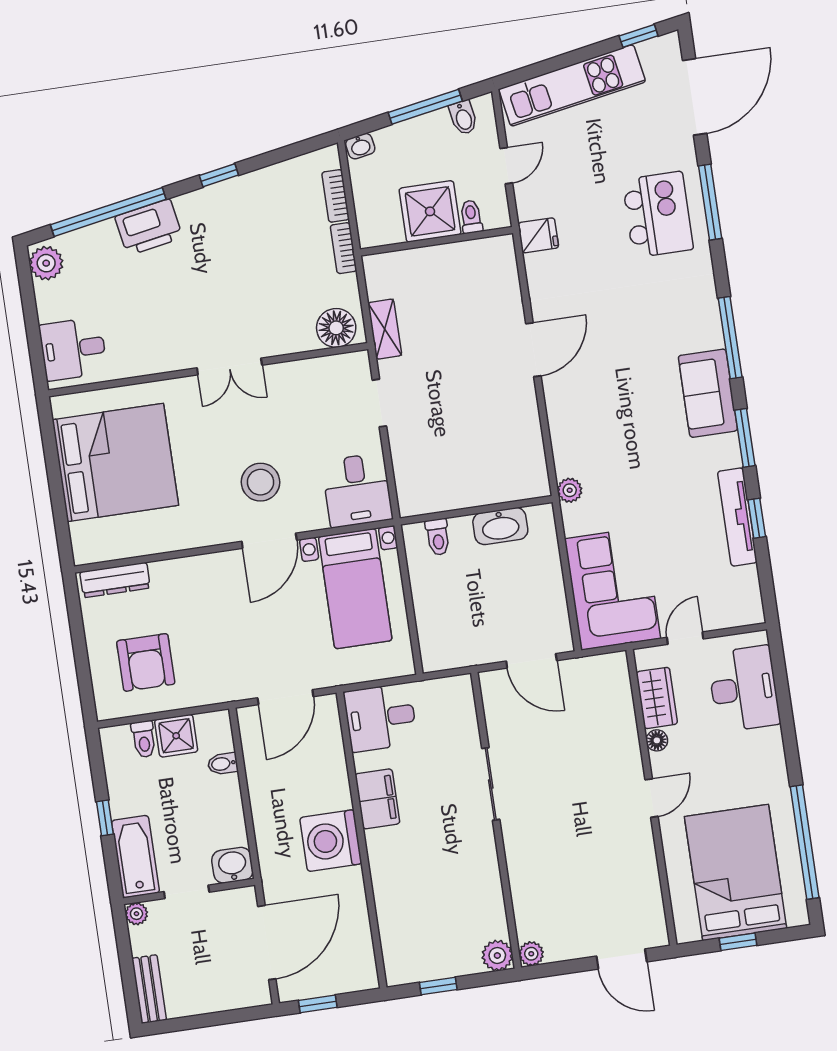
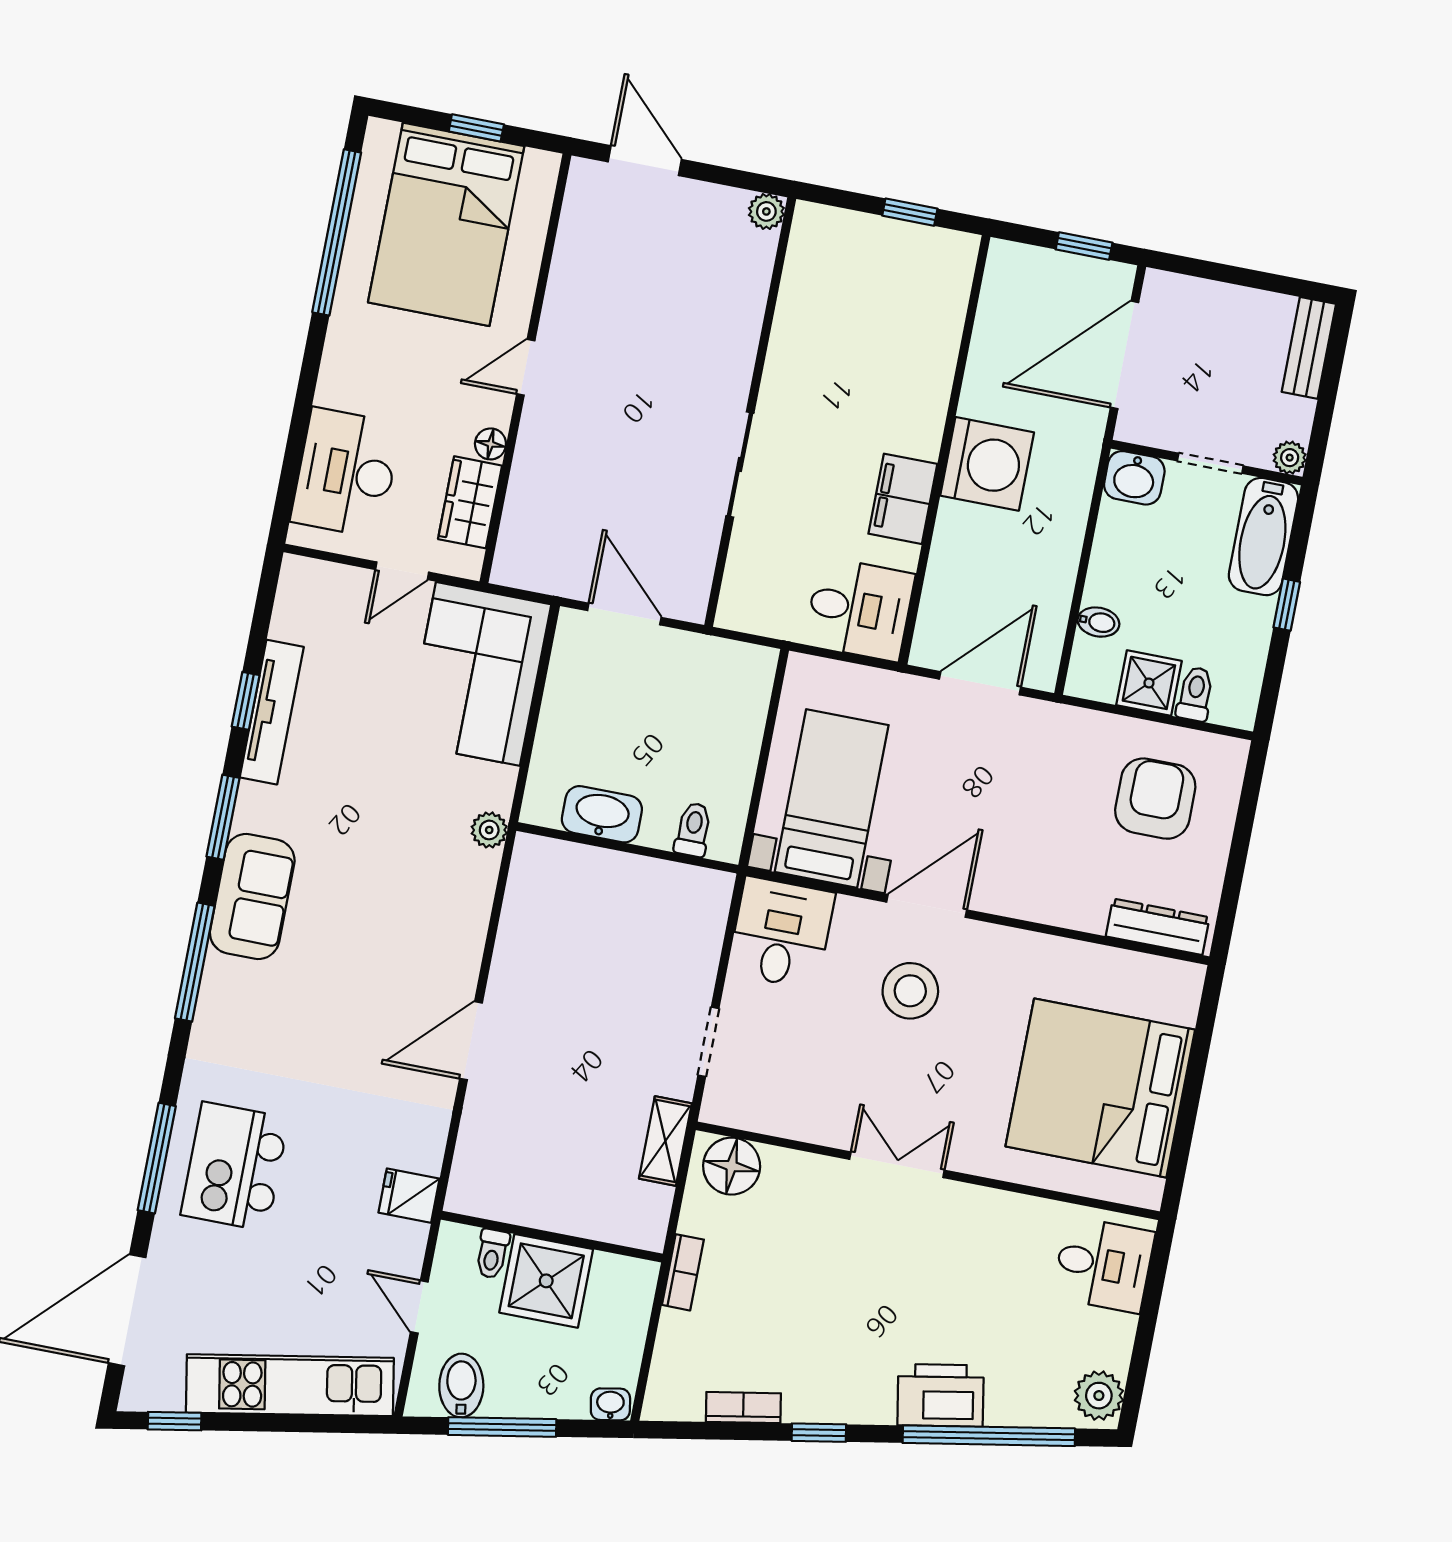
bidet: (463, 118) -> (461, 1386), width x1.38, depth x1.36
door: (506, 166) -> (419, 1307), hinge flipped
bookcase: (335, 196) -> (743, 1408), moved, turned -100
plant: (497, 956) -> (814, 225), removed

